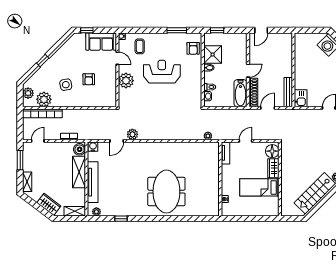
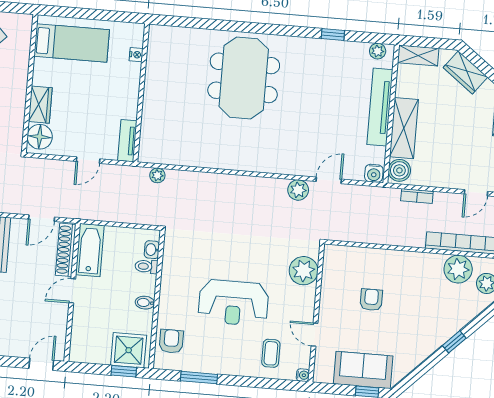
sofa: (101, 42) -> (363, 370), moved
shower: (213, 55) -> (129, 350), moved
plant: (126, 81) -> (304, 271), moved
side table: (66, 85) -> (415, 293), removed
bed: (259, 187) -> (72, 43), moved

